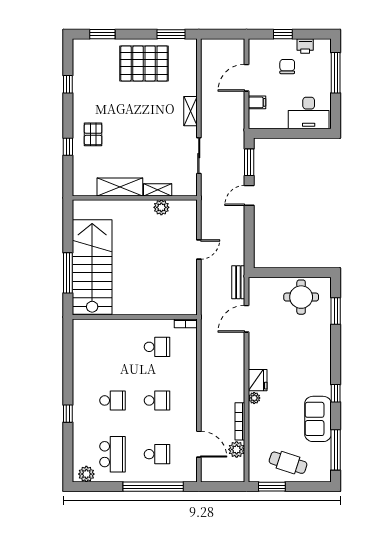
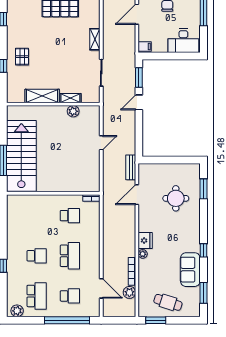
filing cabinet: (257, 102) -> (145, 47), moved
round table: (301, 297) -> (176, 198), moved
school desk: (157, 400) -> (70, 256), width x1.85
window: (336, 450) -> (204, 293), width x0.69

